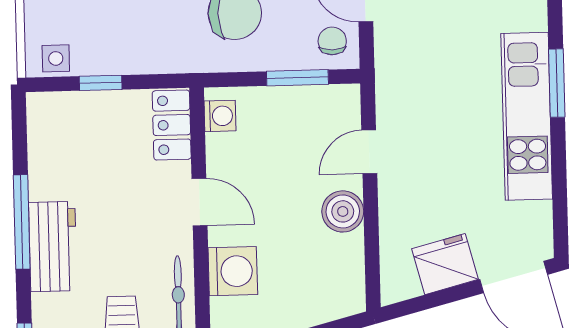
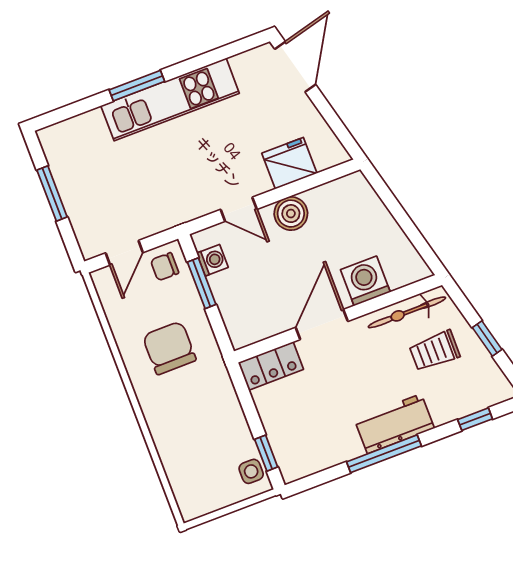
window: (101, 83) -> (266, 453), moved
washing machine: (220, 116) -> (212, 260), moved, turned 90
door: (200, 202) -> (322, 324), width x1.38
fridge: (445, 264) -> (289, 163), moved, turned 104

